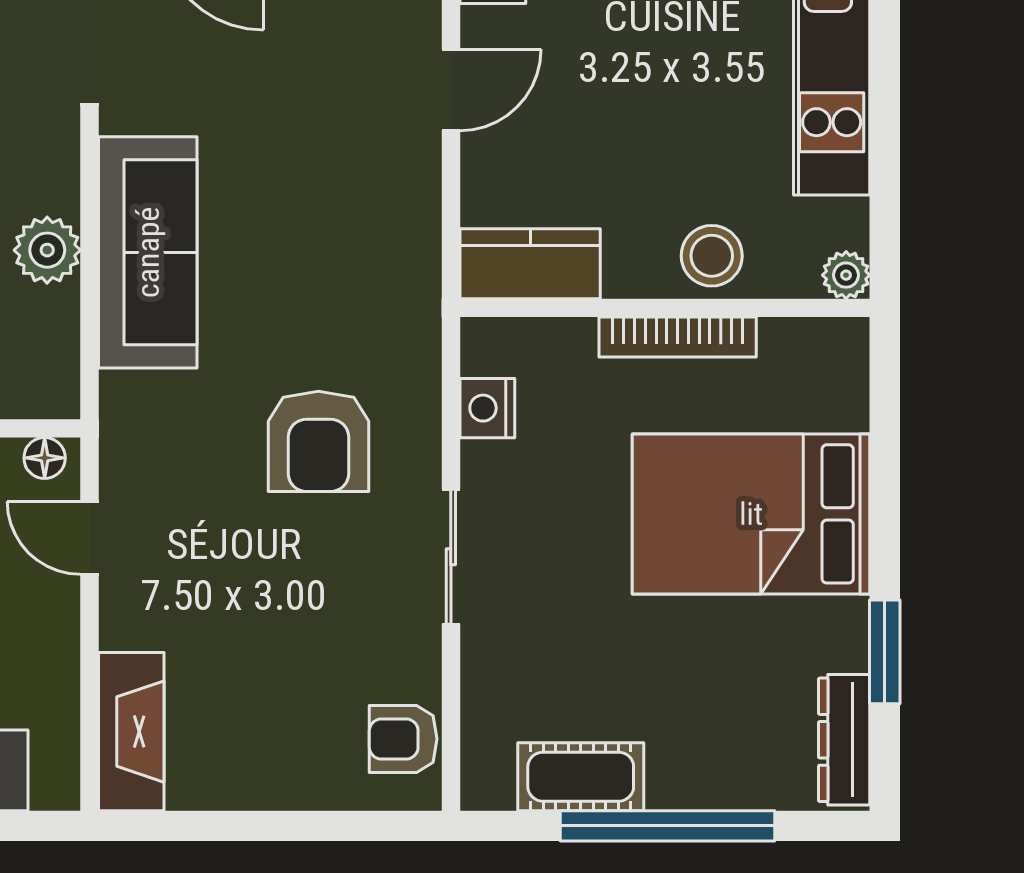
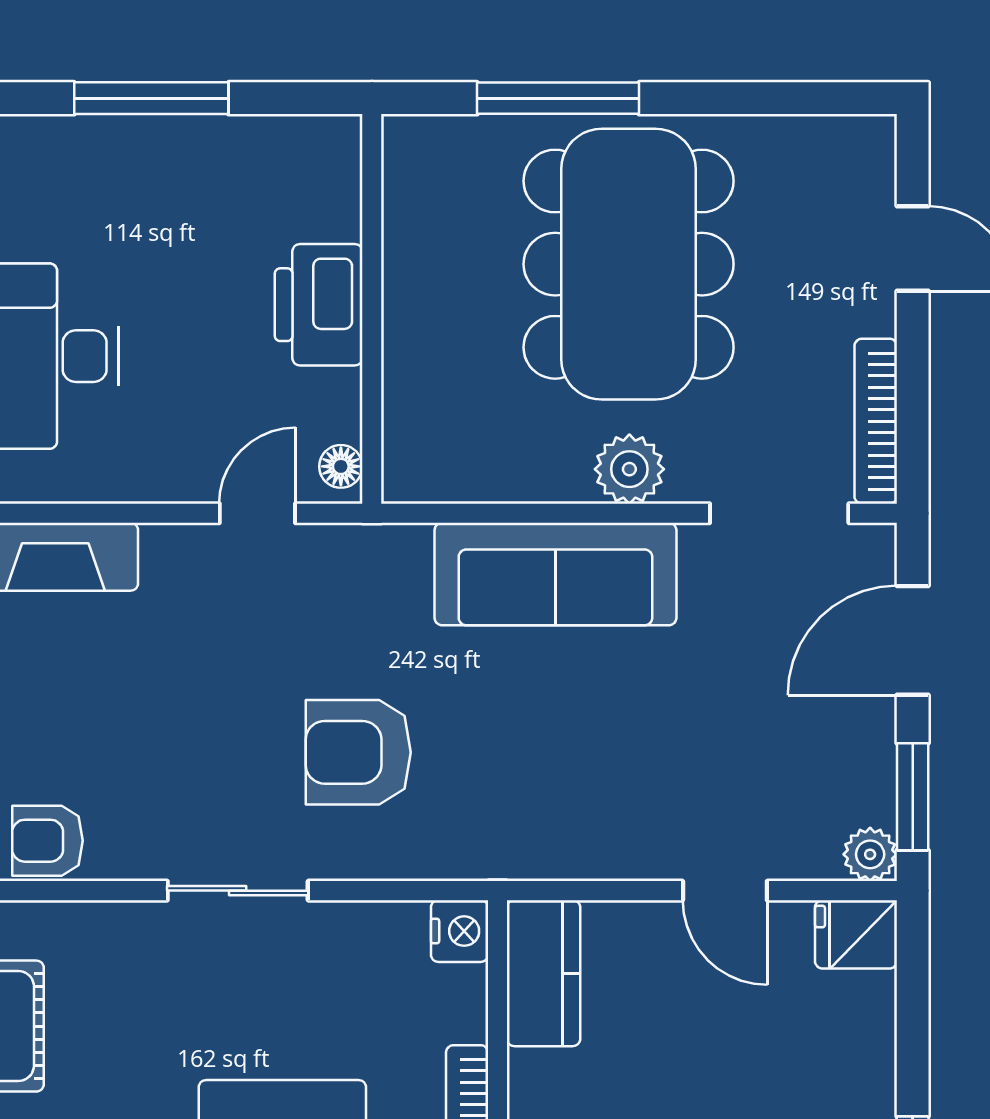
plant: (47, 250) -> (629, 469), moved
nightstand: (487, 408) -> (460, 931), moved, turned 90
armchair: (403, 739) -> (47, 841), turned -90

